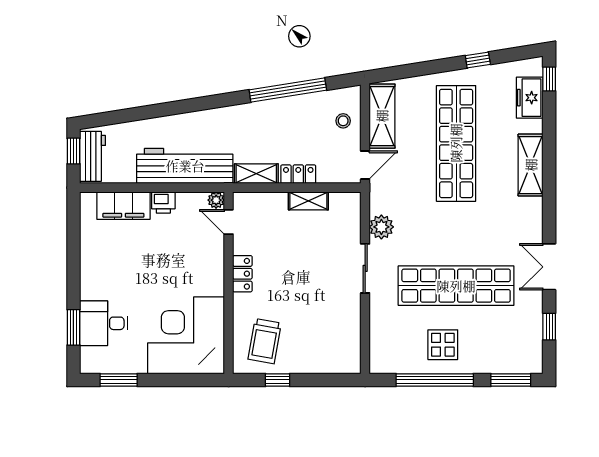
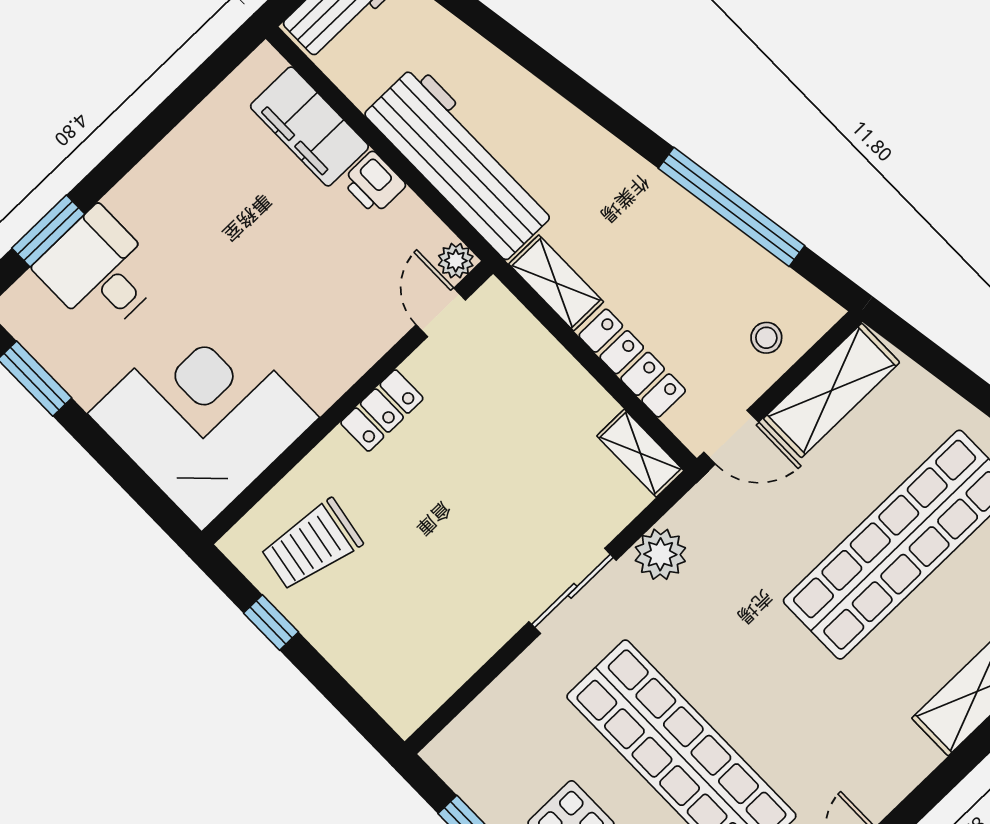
locker: (298, 174) -> (632, 363), width x1.53
shelving: (308, 201) -> (640, 453), moved

